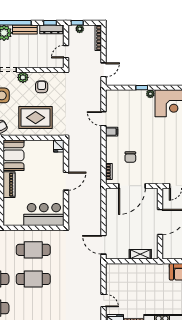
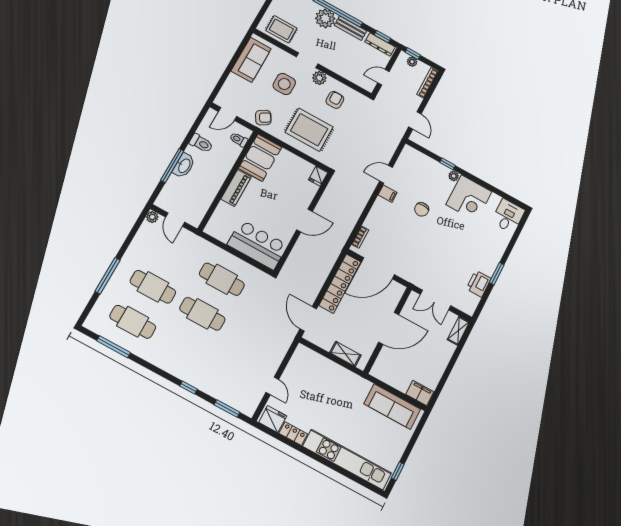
door: (104, 70) -> (415, 120), hinge flipped
door: (104, 119) -> (386, 174), hinge flipped
chair: (130, 157) -> (422, 209), moved
locker: (112, 210) -> (340, 284), added

